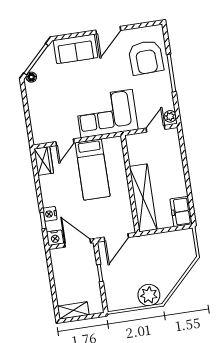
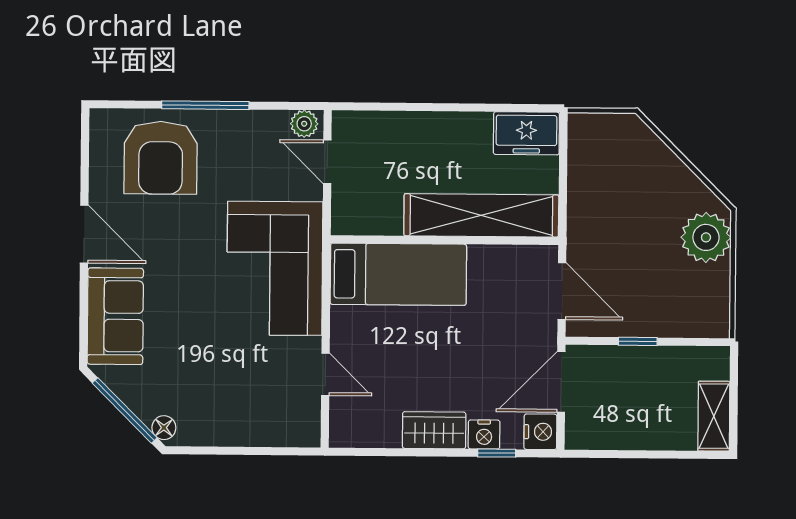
armchair: (146, 58) -> (161, 158), turned 92
wardrobe: (44, 161) -> (434, 430), moved
bed: (93, 170) -> (398, 274), moved

